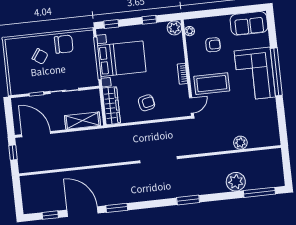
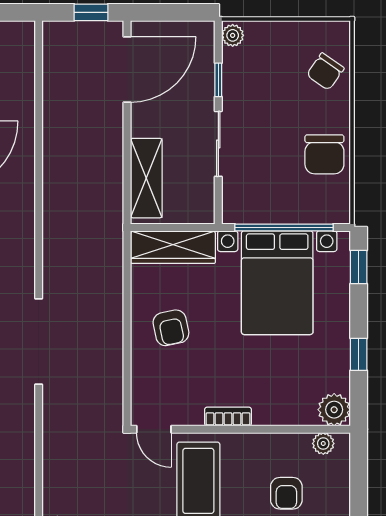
chair: (40, 56) -> (325, 72), moved
plant: (16, 90) -> (233, 35), added

